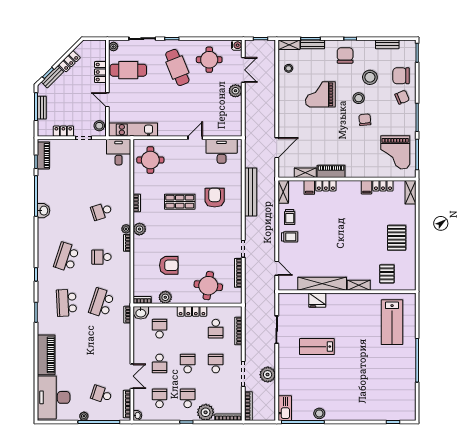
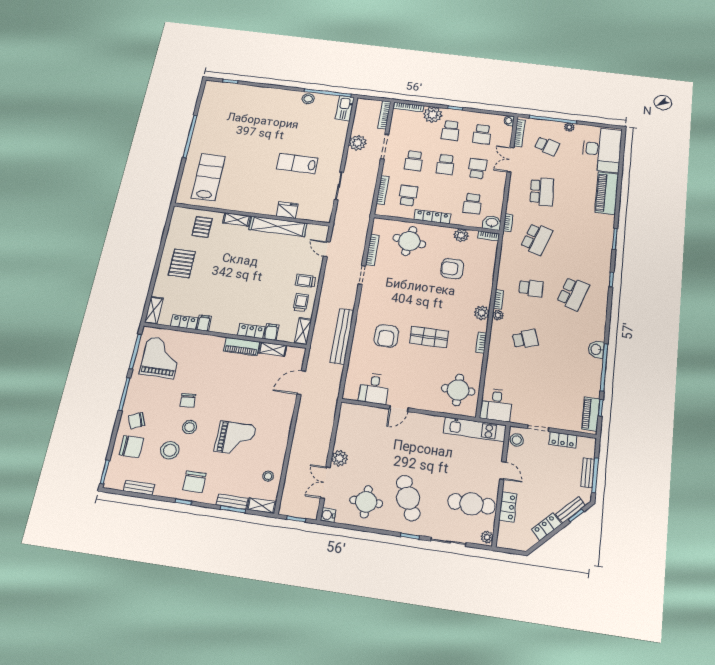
desk: (222, 151) -> (374, 389), width x0.73
school desk: (66, 303) -> (542, 192), moved
lab bench: (317, 347) -> (297, 163), turned 180

